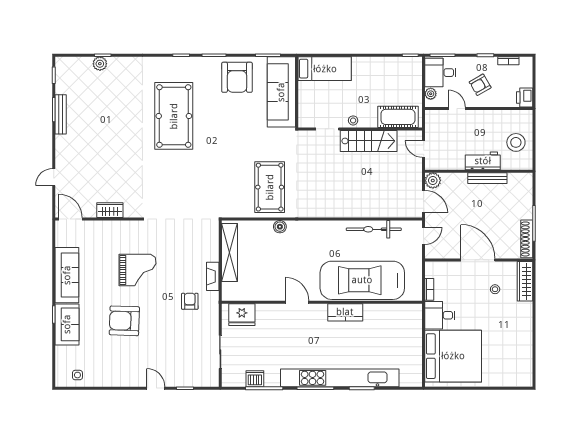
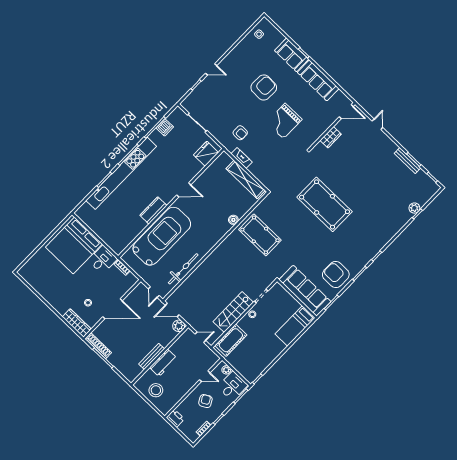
pool table: (174, 116) -> (325, 204), moved

